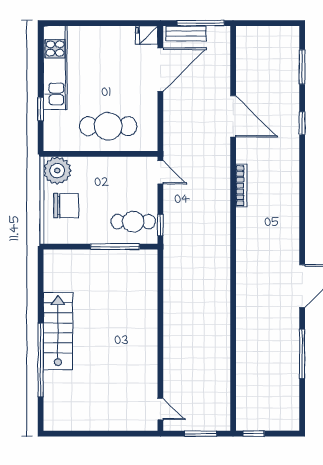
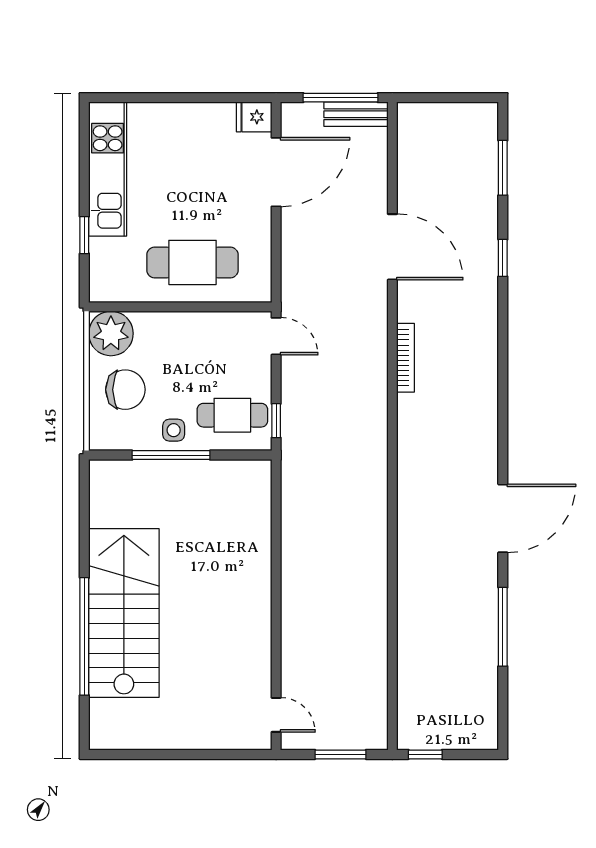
bench: (186, 34) -> (356, 114), moved
side table: (96, 231) -> (174, 430), added
window: (115, 247) -> (171, 455), moved
stairs: (58, 331) -> (124, 613), width x1.36, depth x1.51

